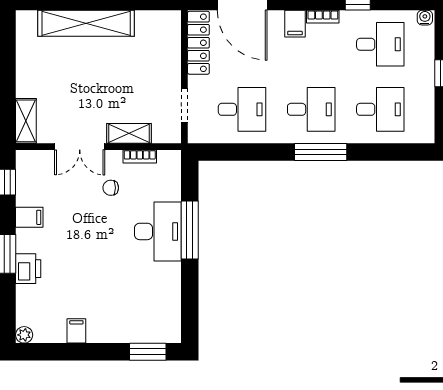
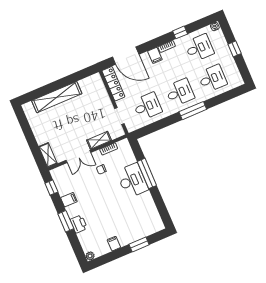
window: (148, 352) -> (139, 244), moved

